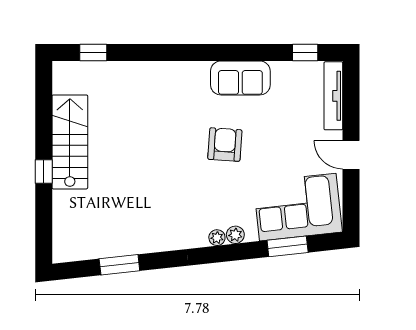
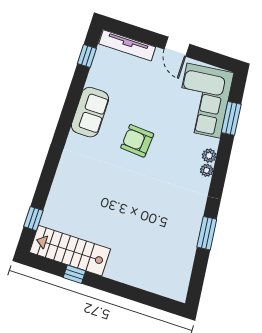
stairs: (70, 142) -> (70, 251), moved
door: (351, 155) -> (177, 47), hinge flipped
window: (44, 172) -> (74, 274), moved
window: (119, 265) -> (207, 233), moved

